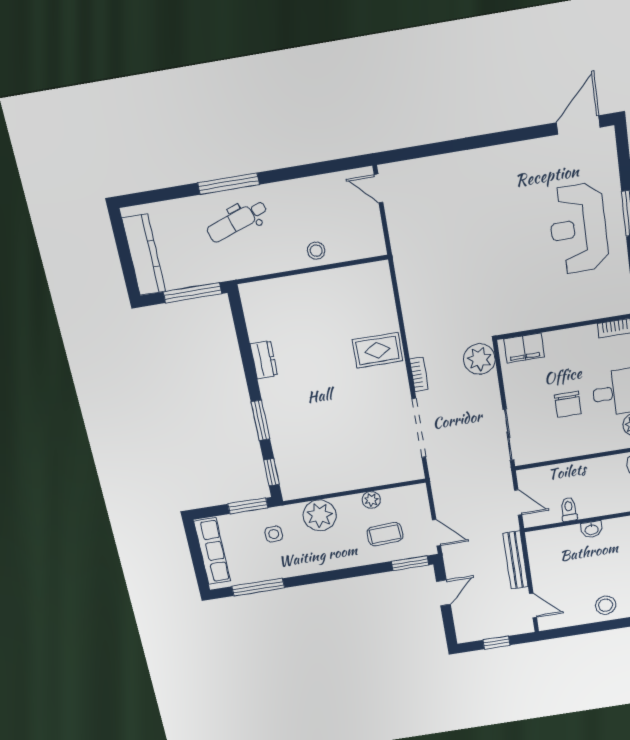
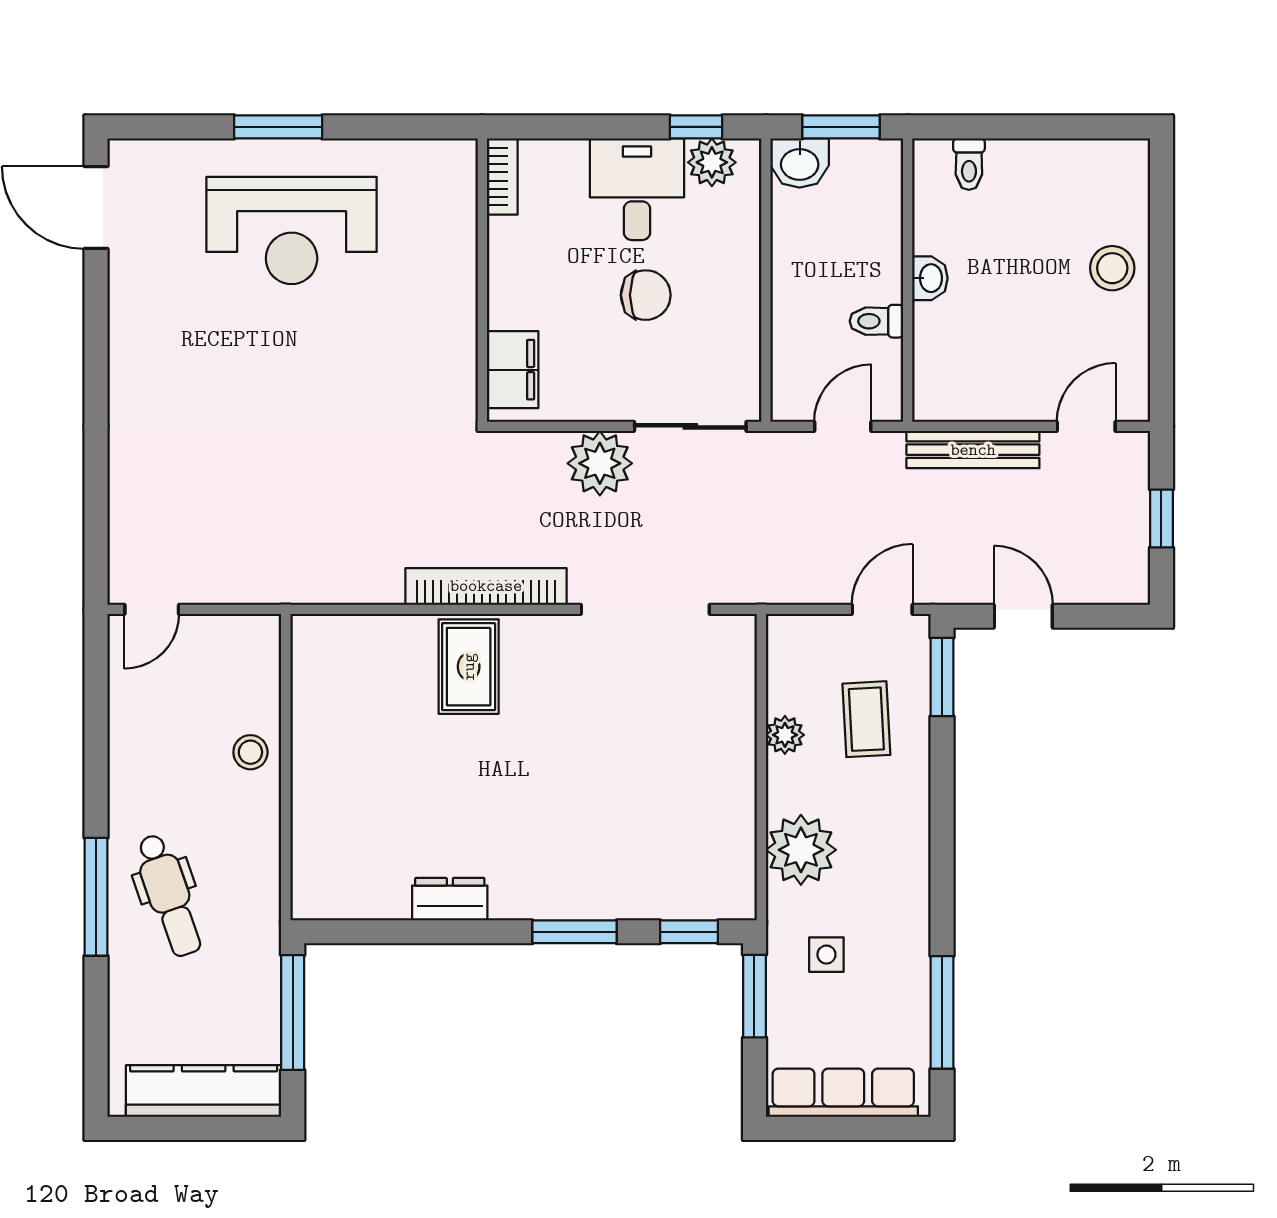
plant: (479, 359) -> (600, 463), moved
bookcase: (419, 374) -> (486, 586), width x2.31, depth x1.31

